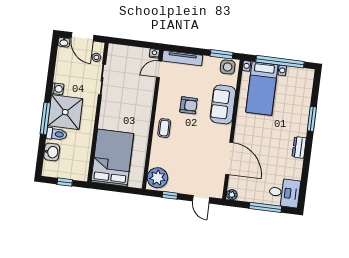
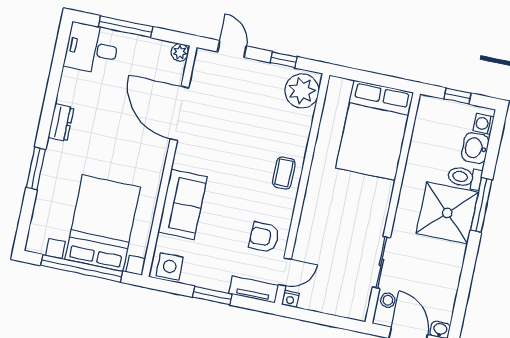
window: (222, 54) -> (212, 296), moved
tv unit: (182, 58) -> (254, 289), width x0.71
washing machine: (58, 89) -> (483, 124), moved
bed with nightstands: (262, 89) -> (103, 223), width x1.36
armchair: (189, 105) -> (264, 237), moved

